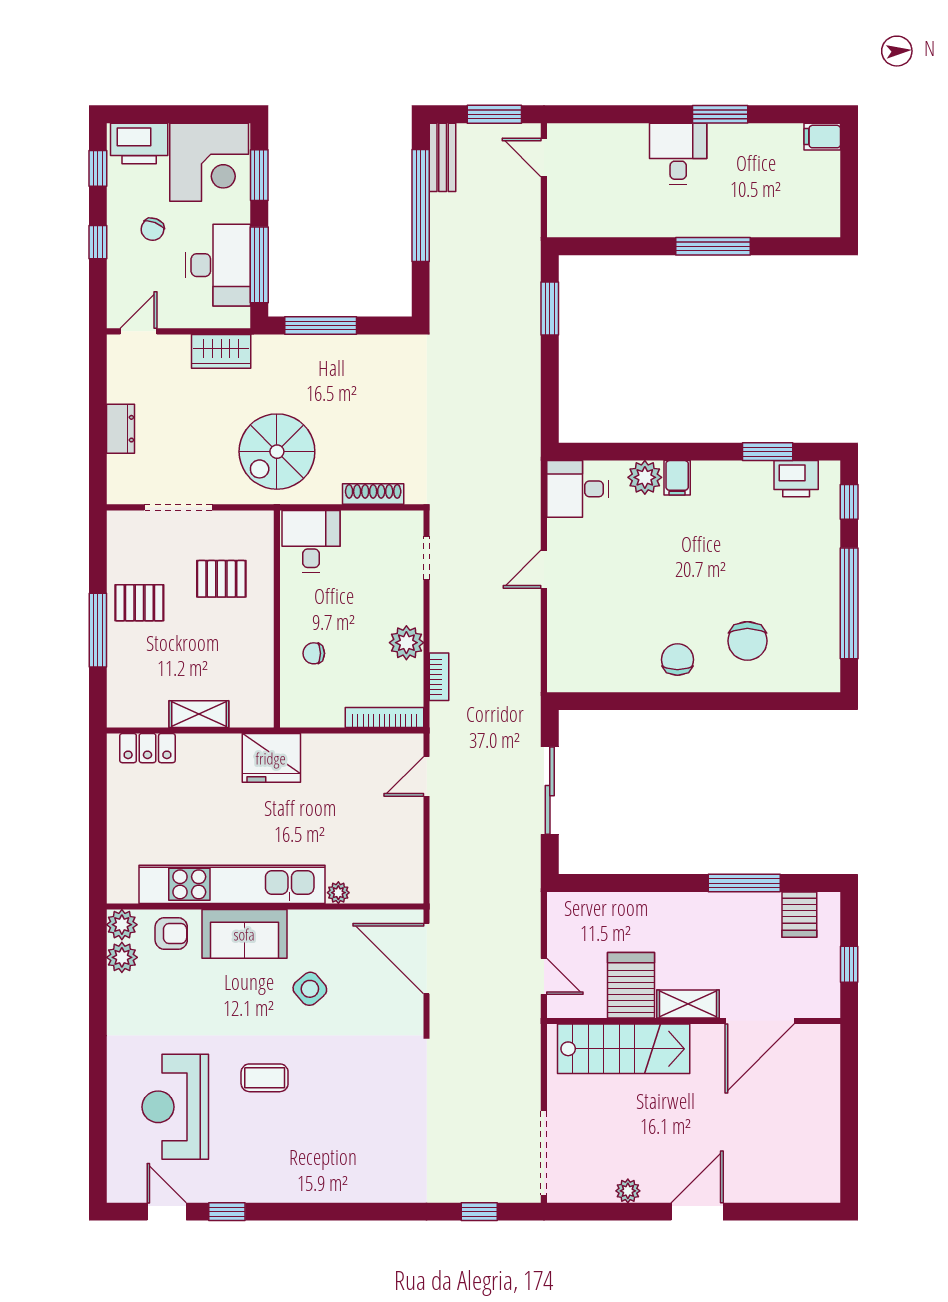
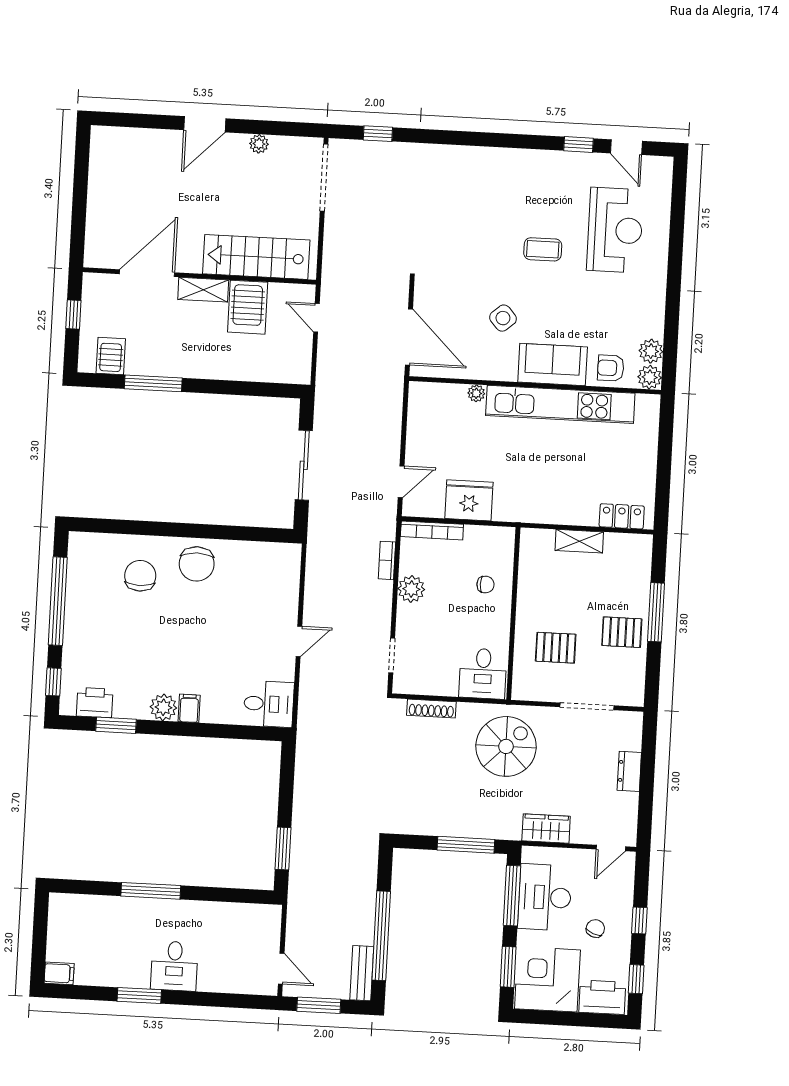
plant: (645, 477) -> (163, 707), moved
chair: (677, 660) -> (197, 564), width x1.37, depth x1.37
fridge: (271, 758) -> (469, 500), moved

